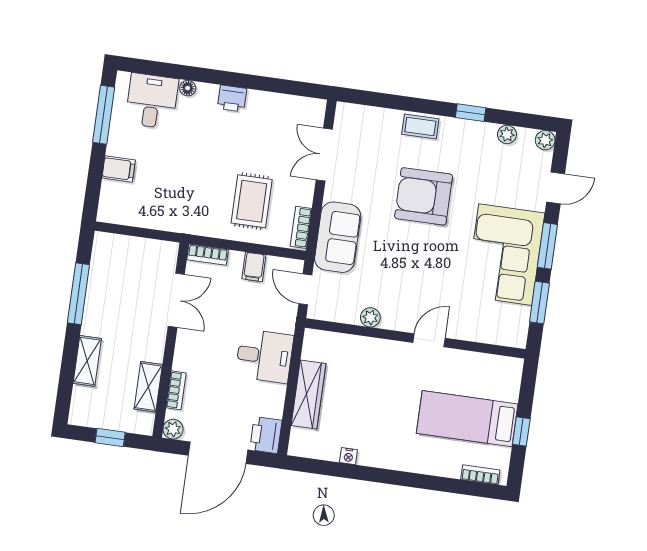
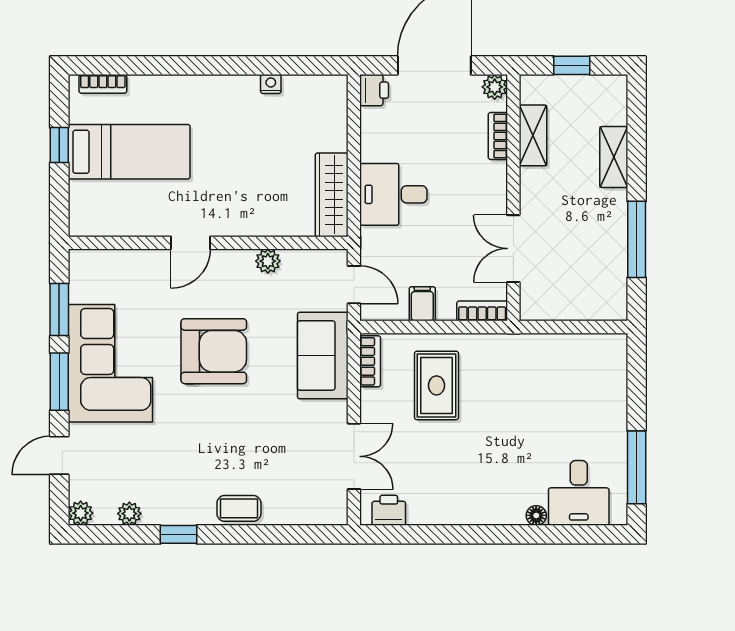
printer: (232, 98) -> (389, 510), moved
filing cabinet: (119, 169) -> (608, 402), removed
armchair: (424, 196) -> (214, 351), moved
wardrobe: (308, 394) -> (332, 195), moved
printer: (266, 435) -> (374, 90), width x0.73, depth x0.81

